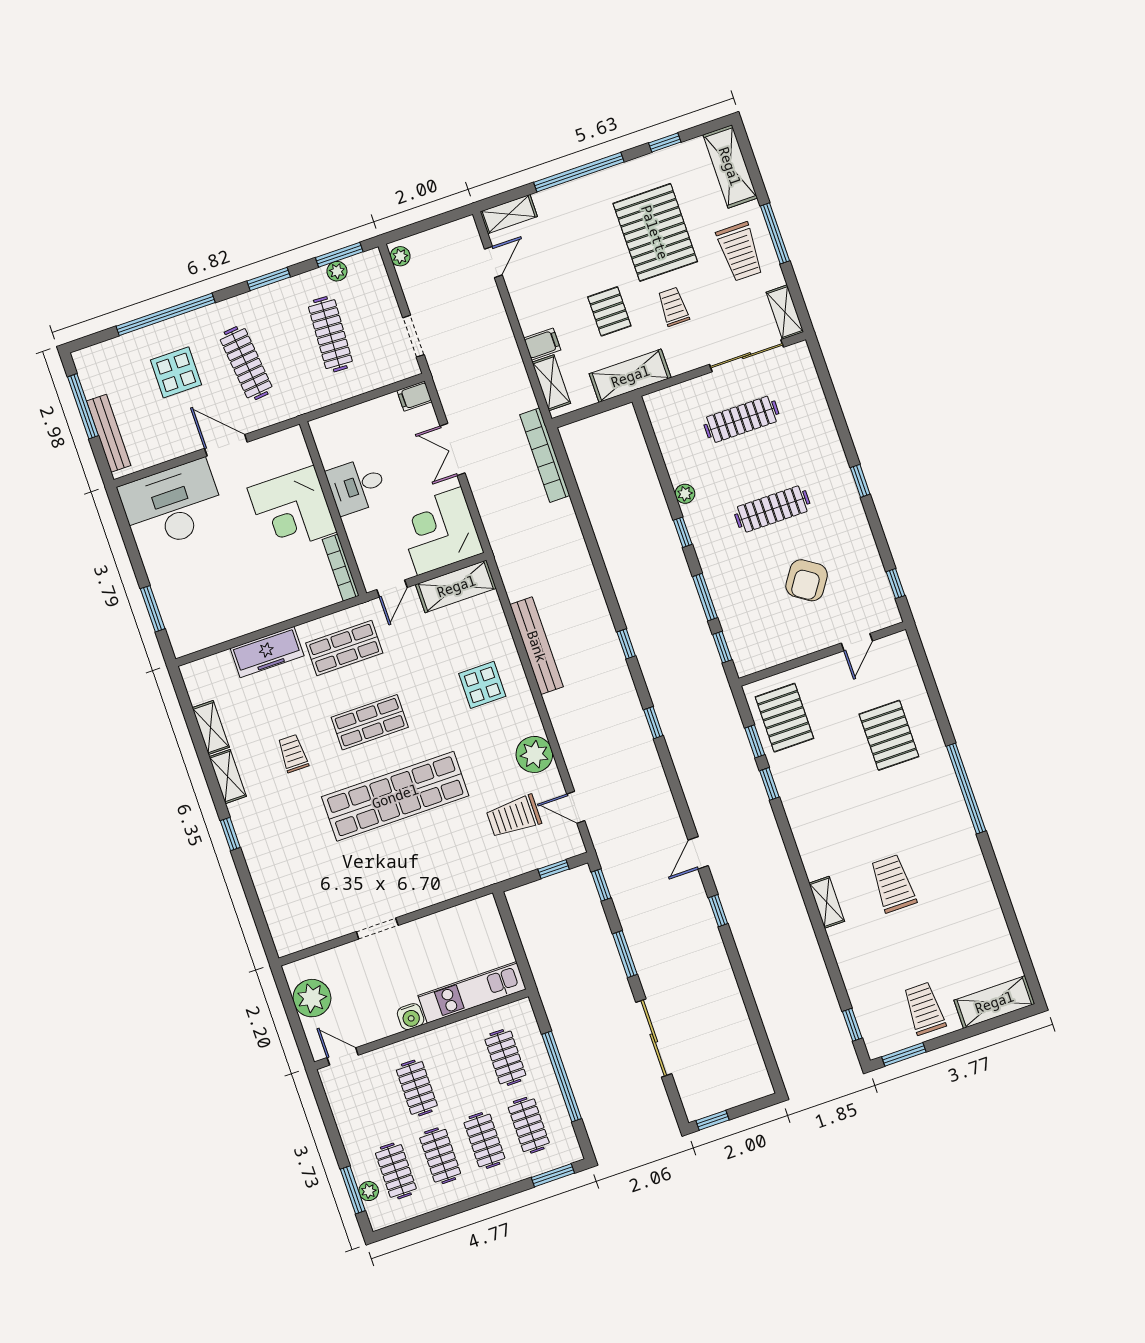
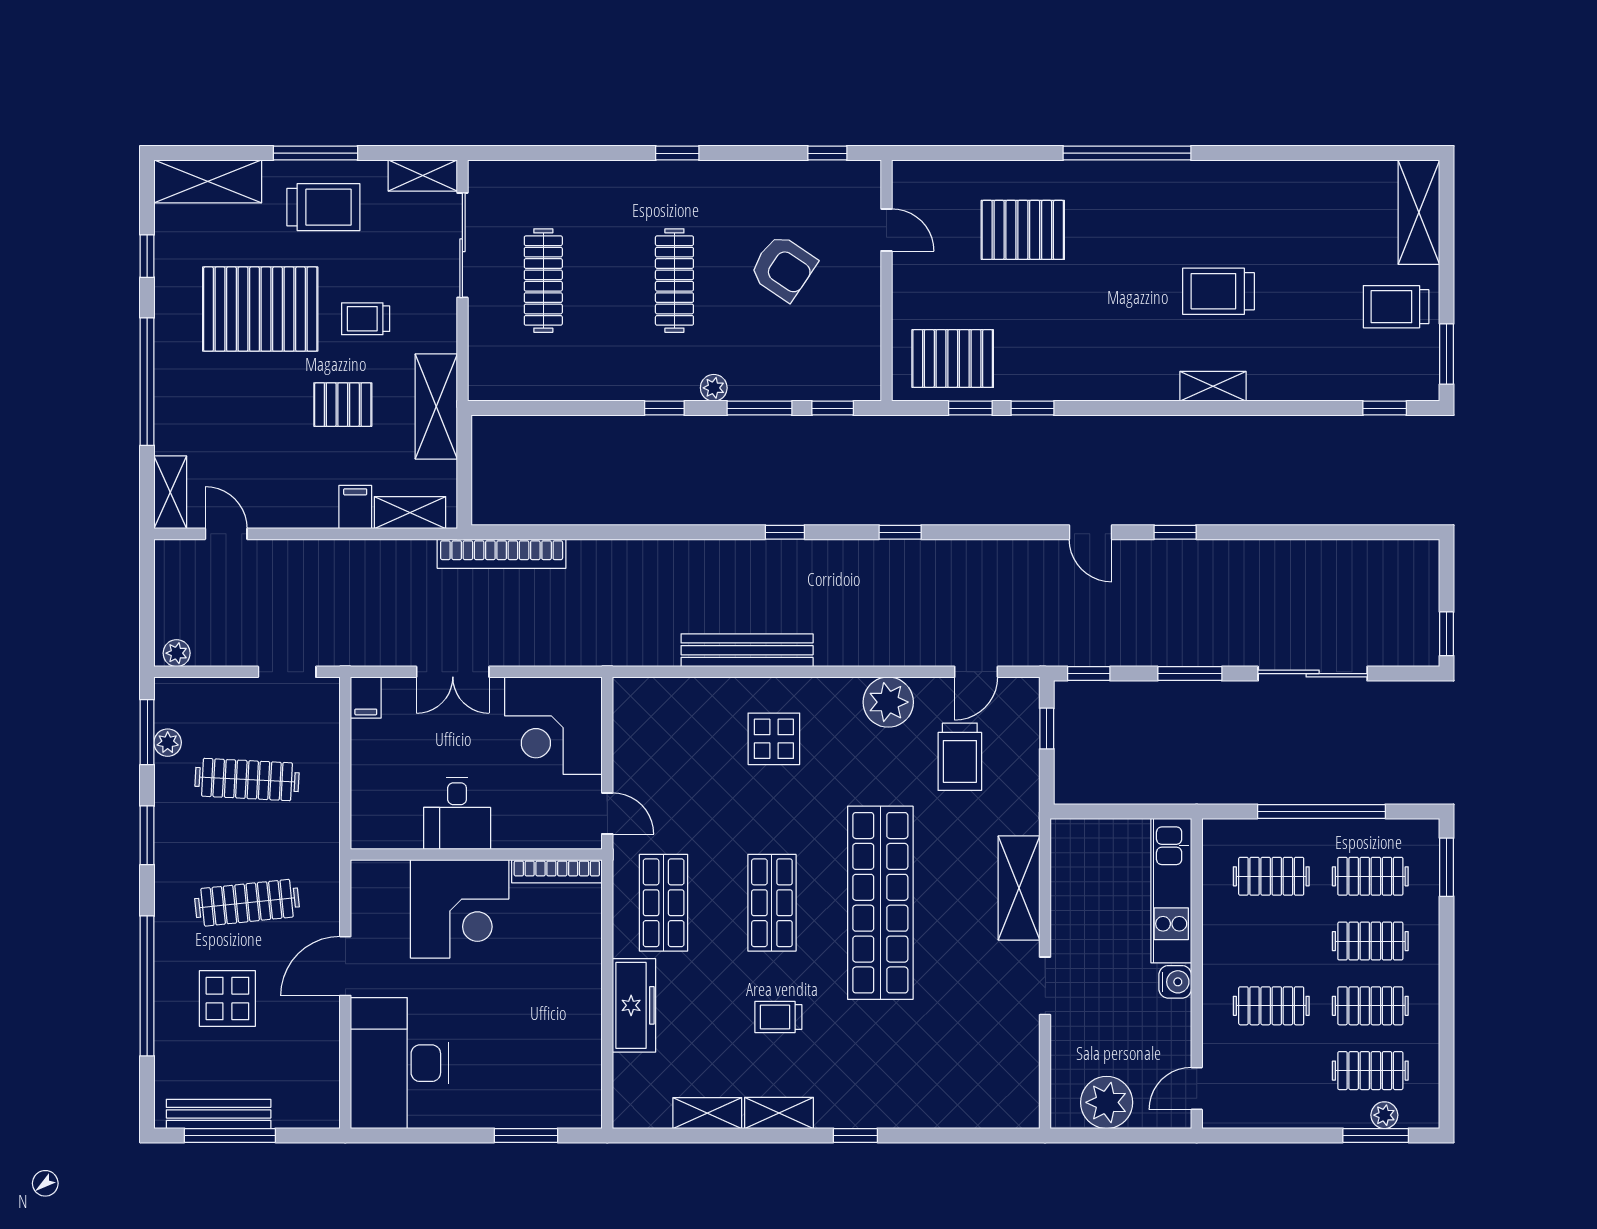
bench: (109, 433) -> (219, 1114), moved
plant: (685, 494) -> (714, 388), moved
shelving: (456, 586) -> (1019, 888), moved

